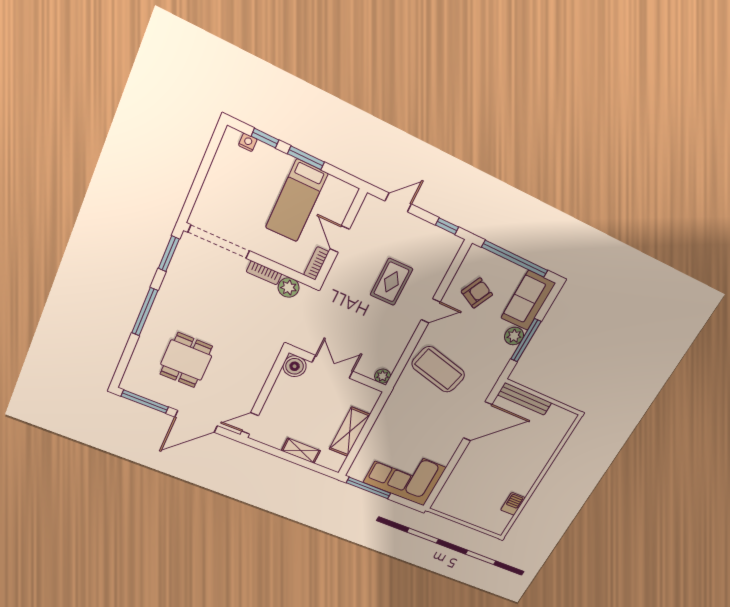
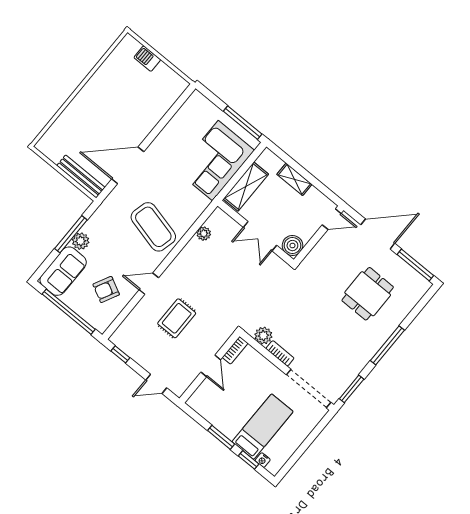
bed: (297, 201) -> (263, 427), moved
boiler: (295, 366) -> (292, 246), moved
double door: (332, 367) -> (260, 236), moved
wall: (338, 369) -> (256, 233), moved
corner sofa: (405, 475) -> (216, 161), moved, turned 90
barbecue: (513, 504) -> (147, 59), moved, turned 90

